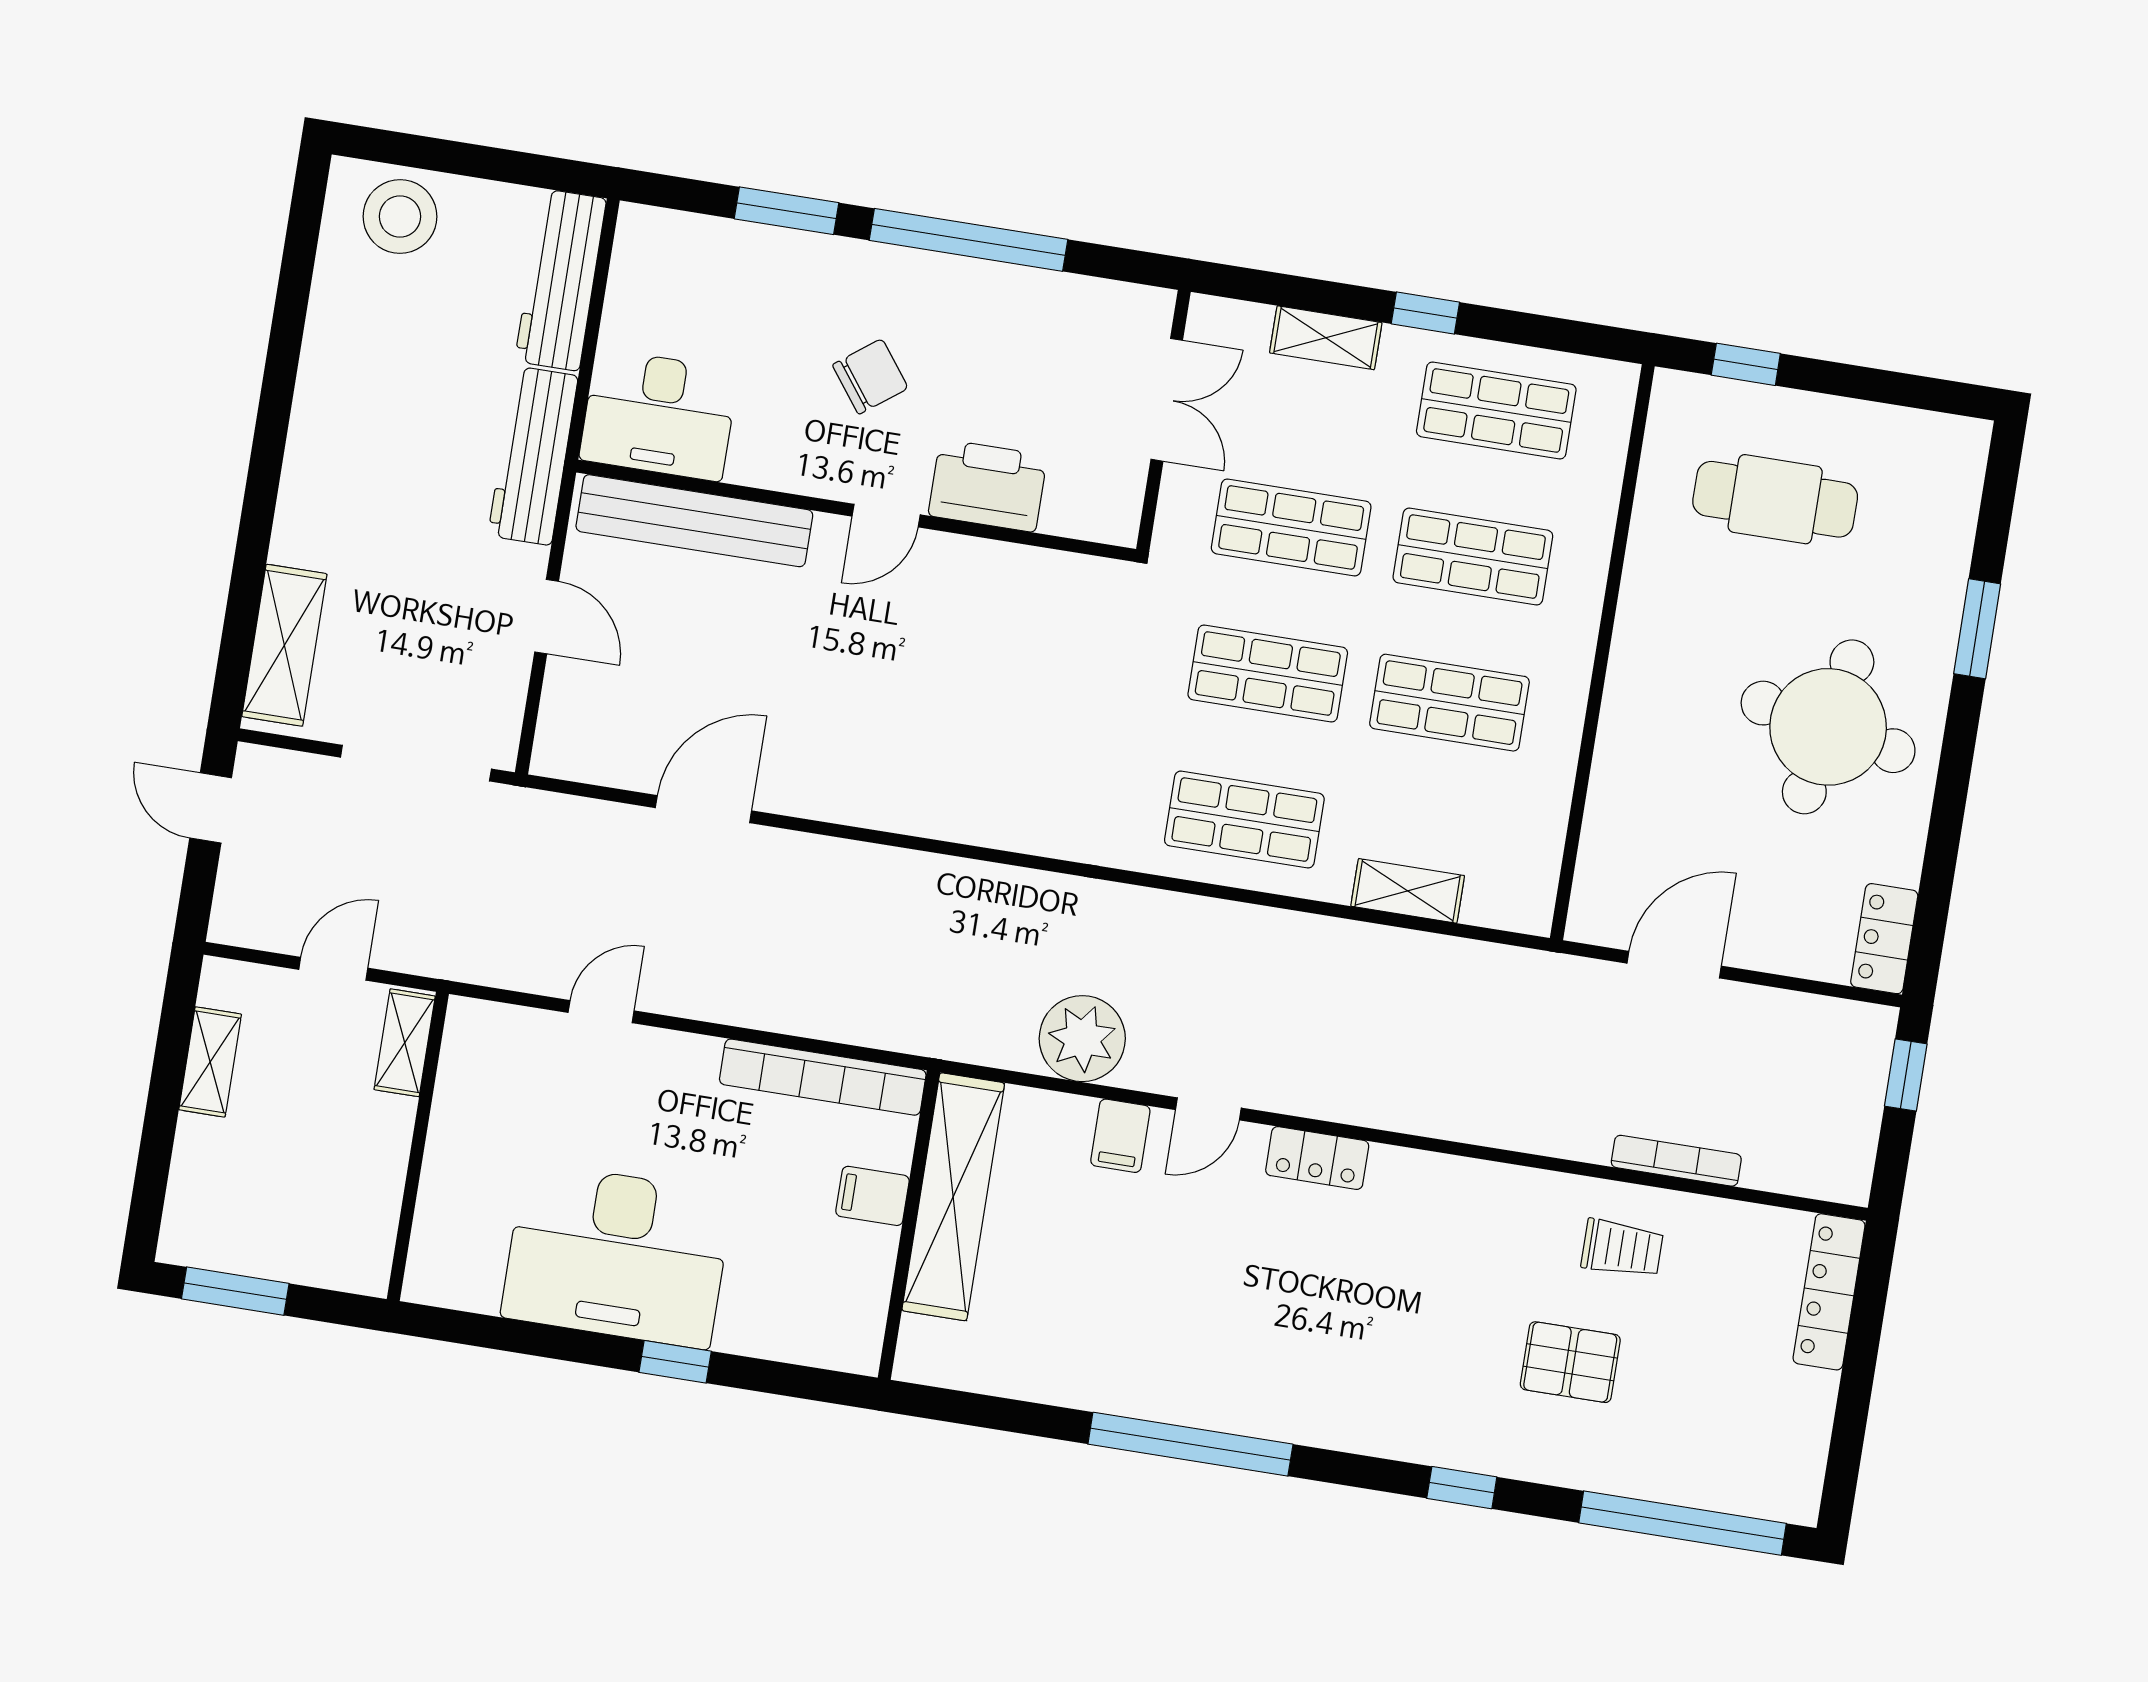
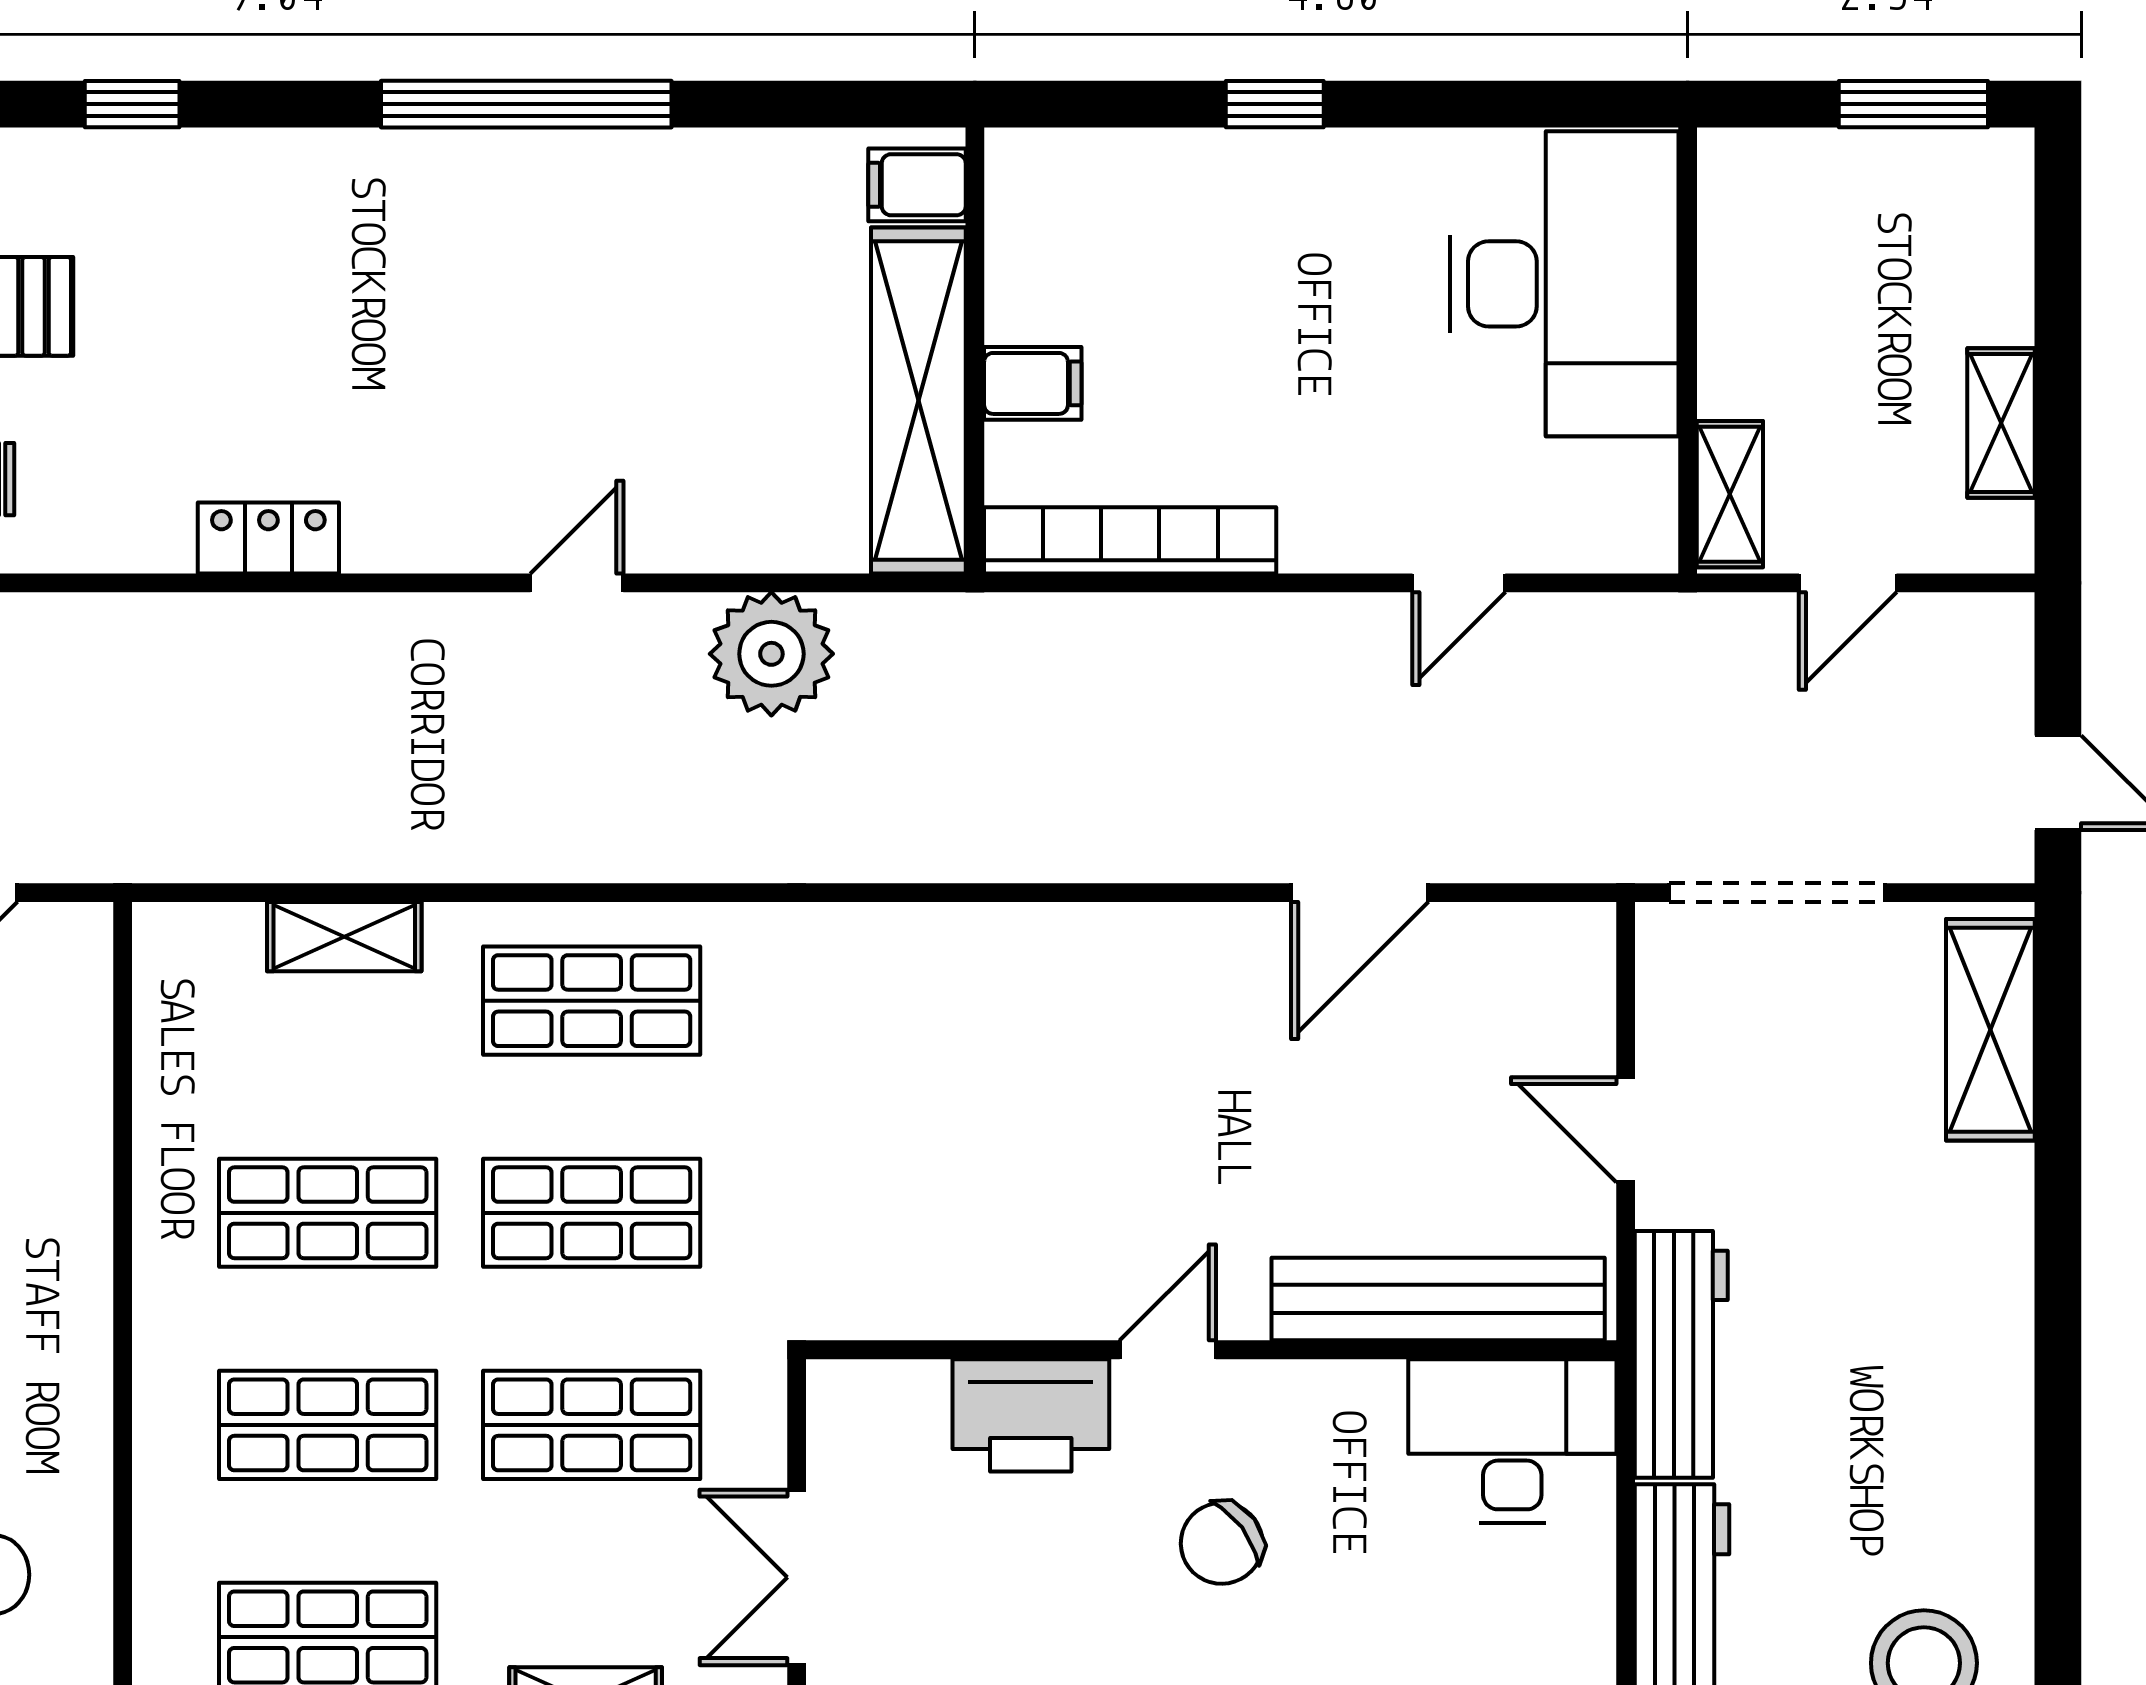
filing cabinet: (1120, 1136) -> (917, 185), moved, turned -90
locker: (1317, 1158) -> (268, 538), moved
desk: (617, 1255) -> (1564, 284), moved, turned 90

